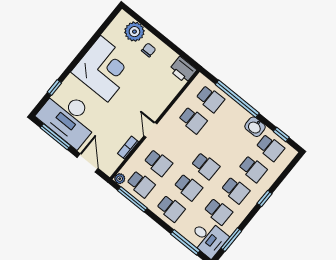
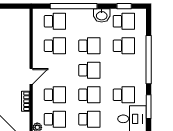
printer: (183, 70) -> (20, 17), removed
door: (150, 130) -> (31, 76), swing flipped
school desk: (235, 190) -> (89, 46), moved
window: (265, 199) -> (149, 60), width x3.17

